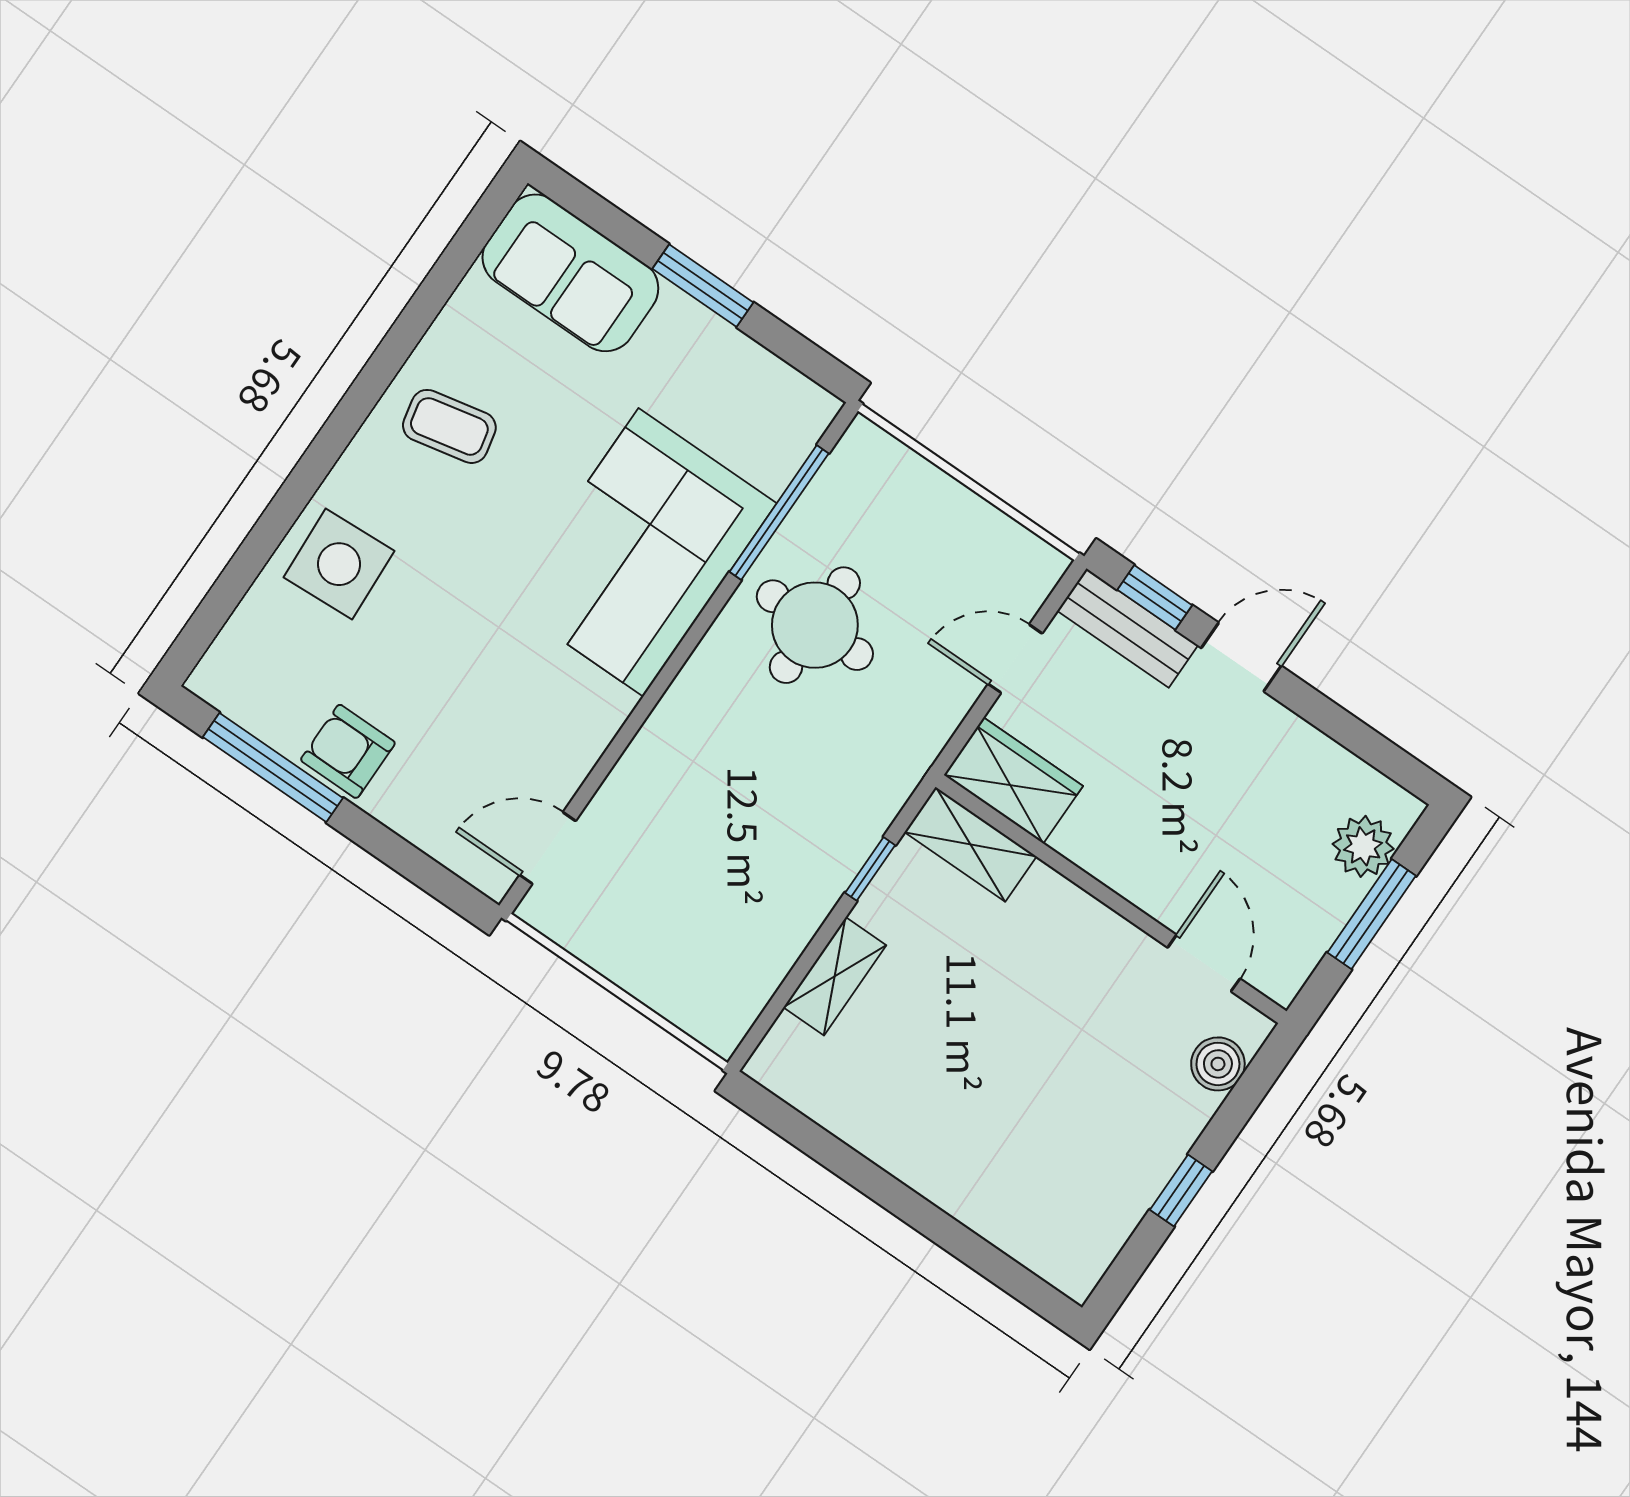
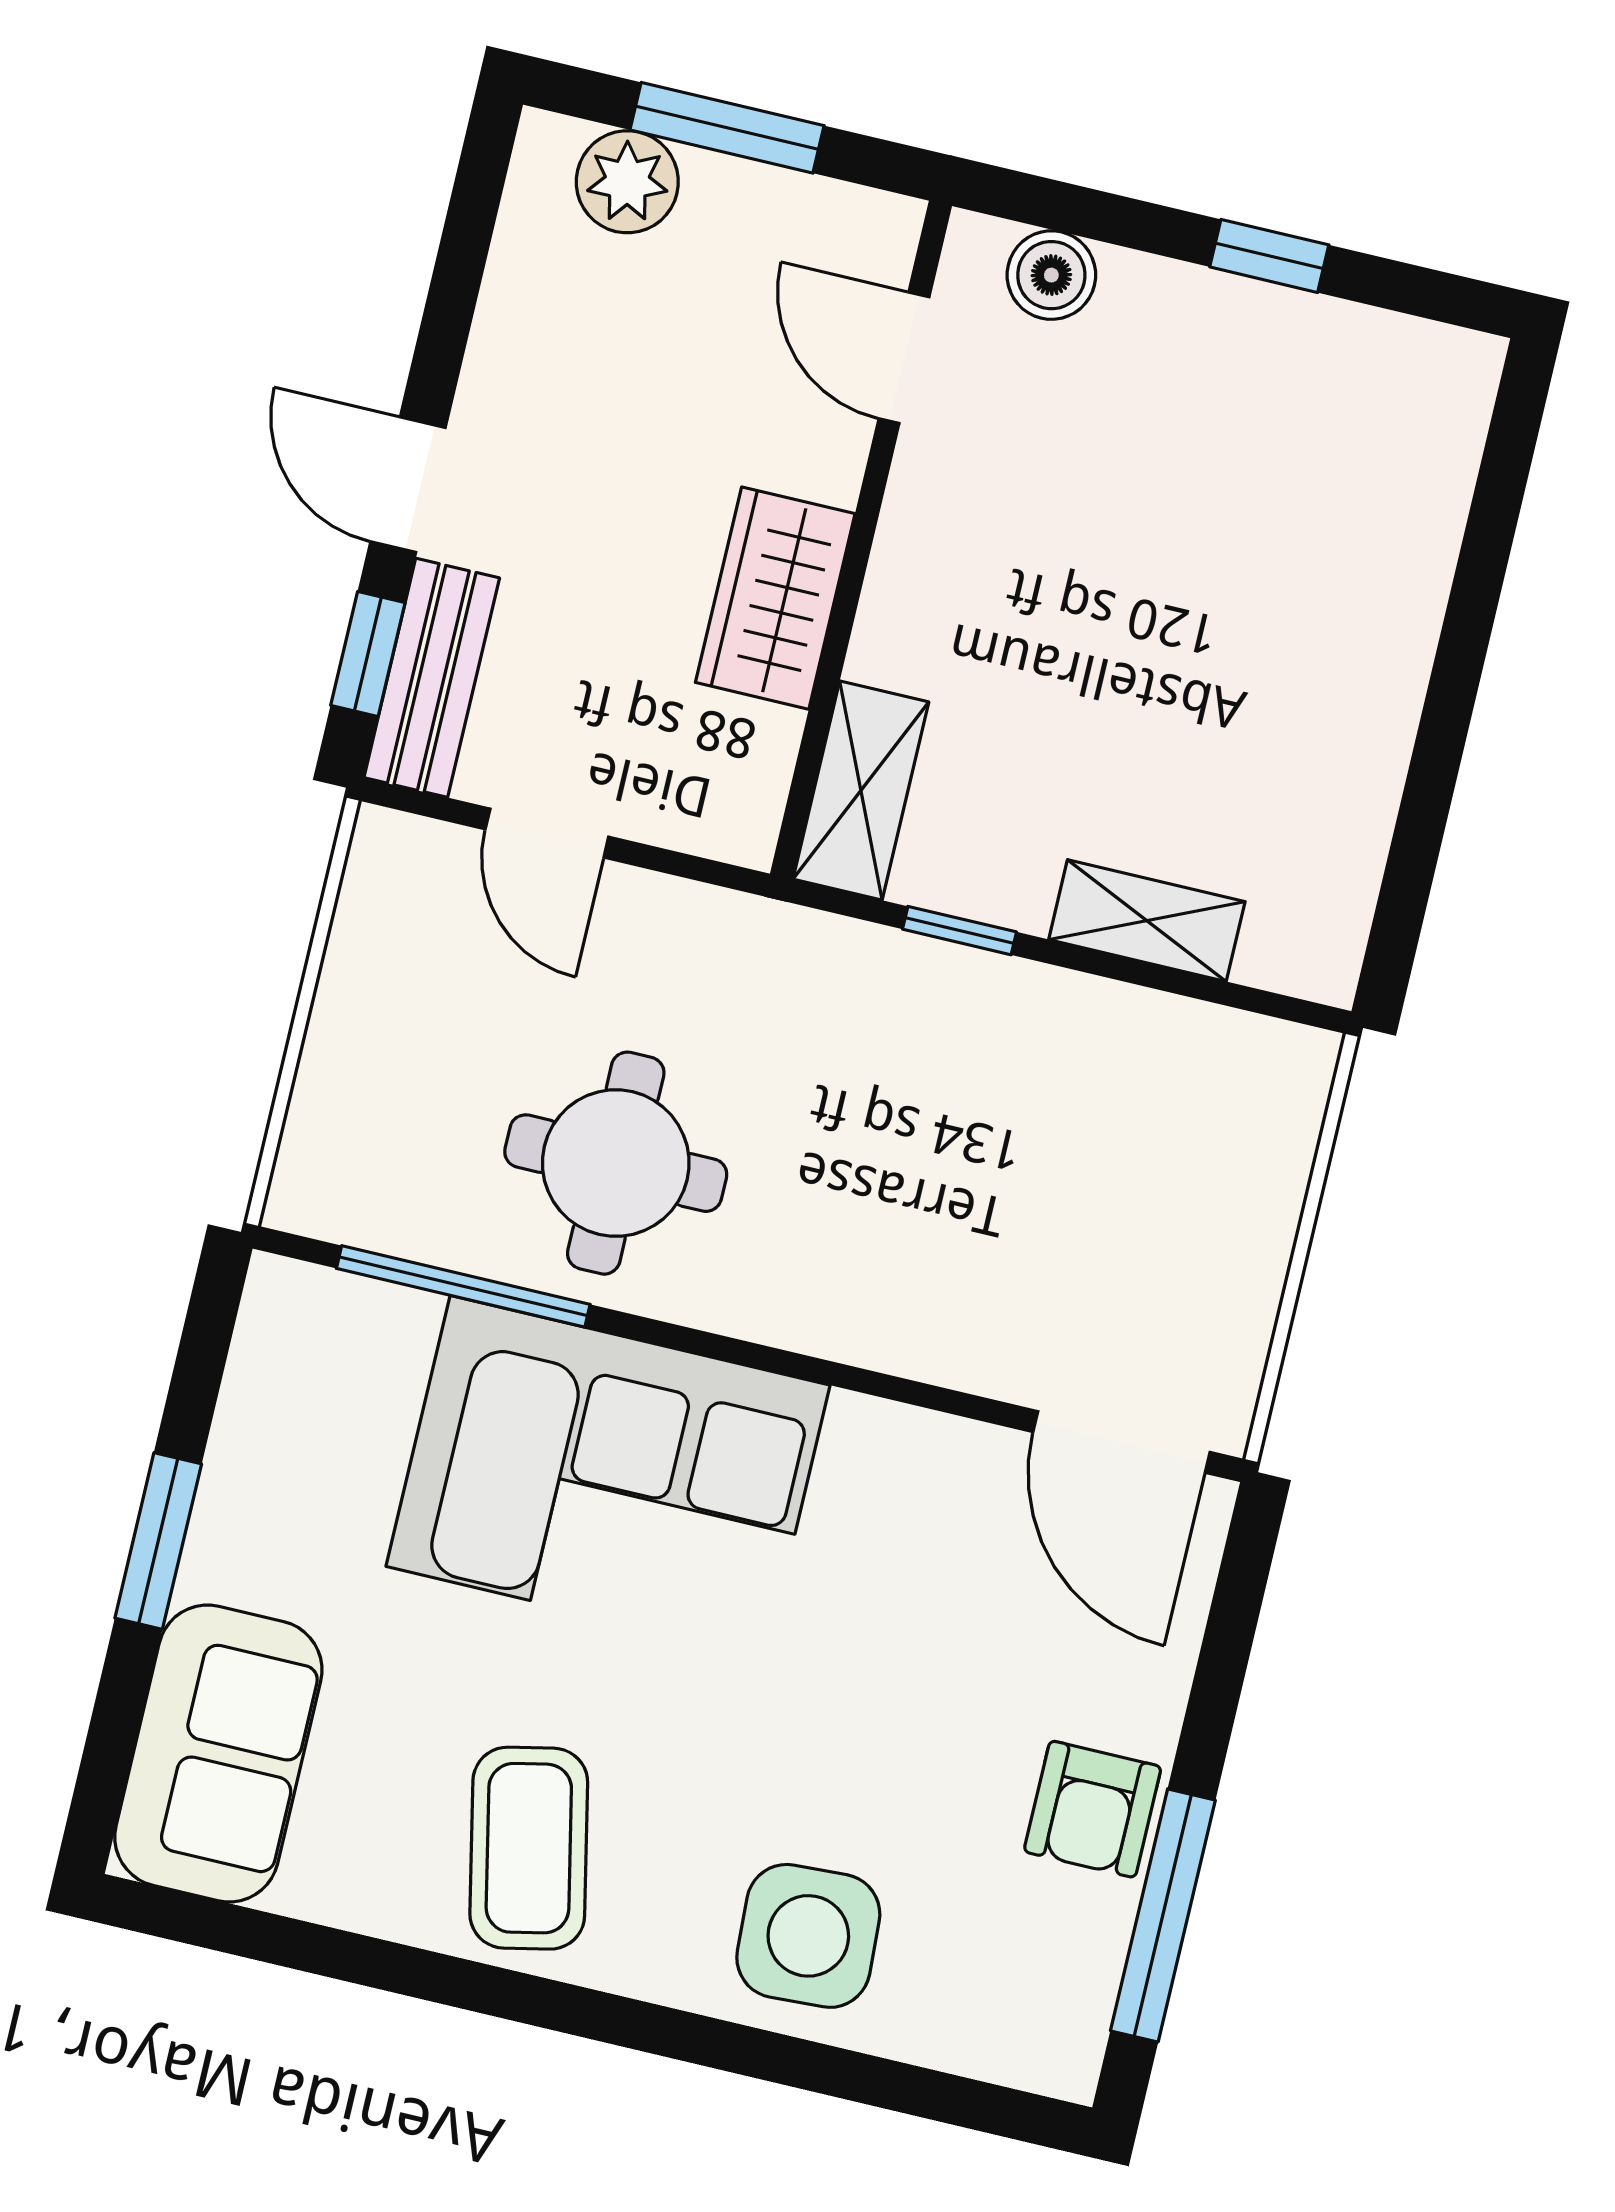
coffee table: (449, 426) -> (529, 1848), width x1.36, depth x1.30
wardrobe: (1013, 780) -> (775, 598), moved
door: (548, 848) -> (1122, 1442), width x1.38
door: (1204, 963) -> (904, 358), hinge flipped

